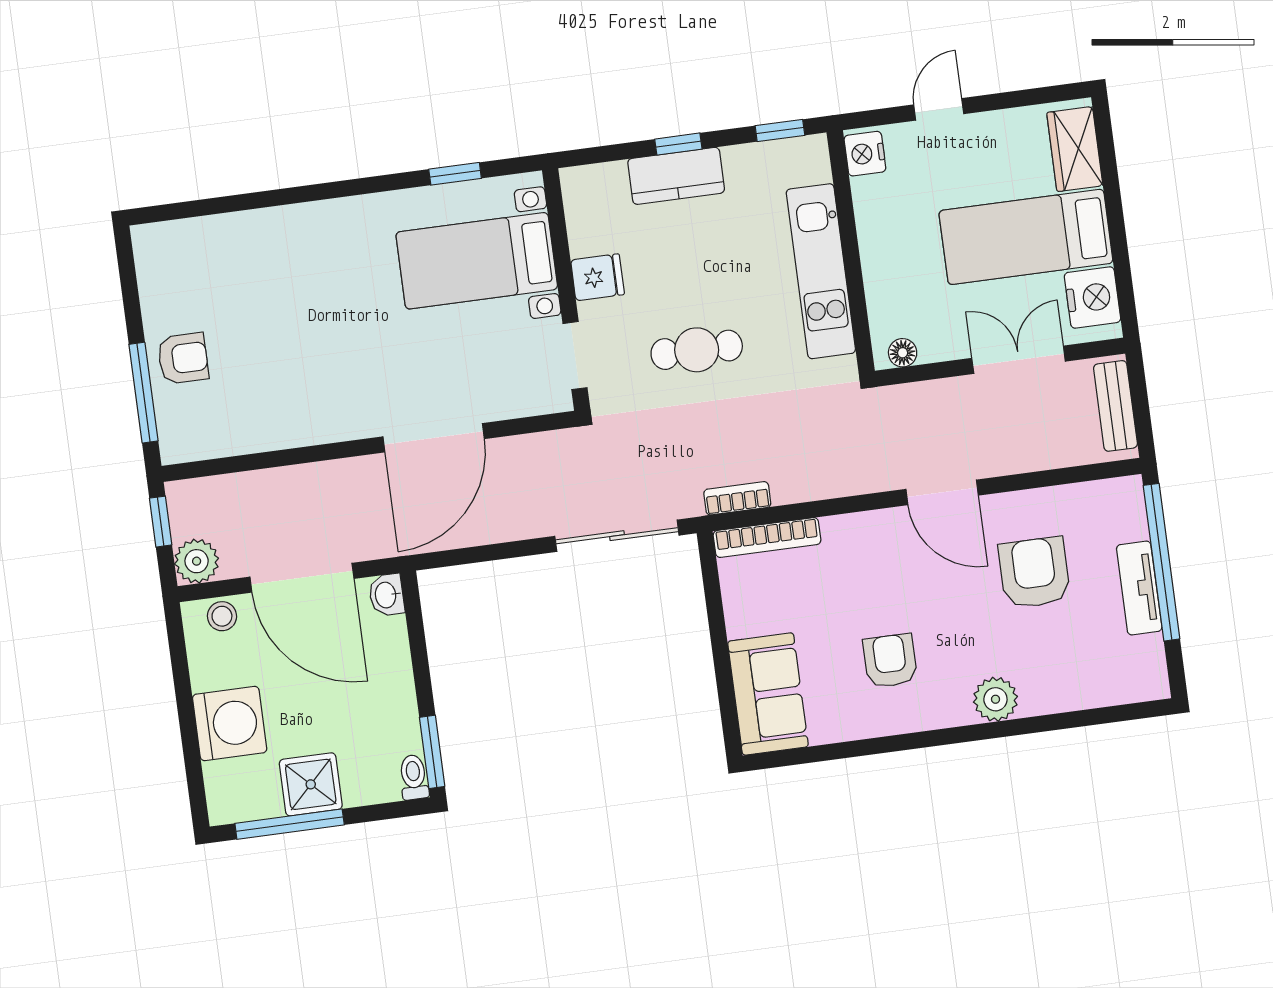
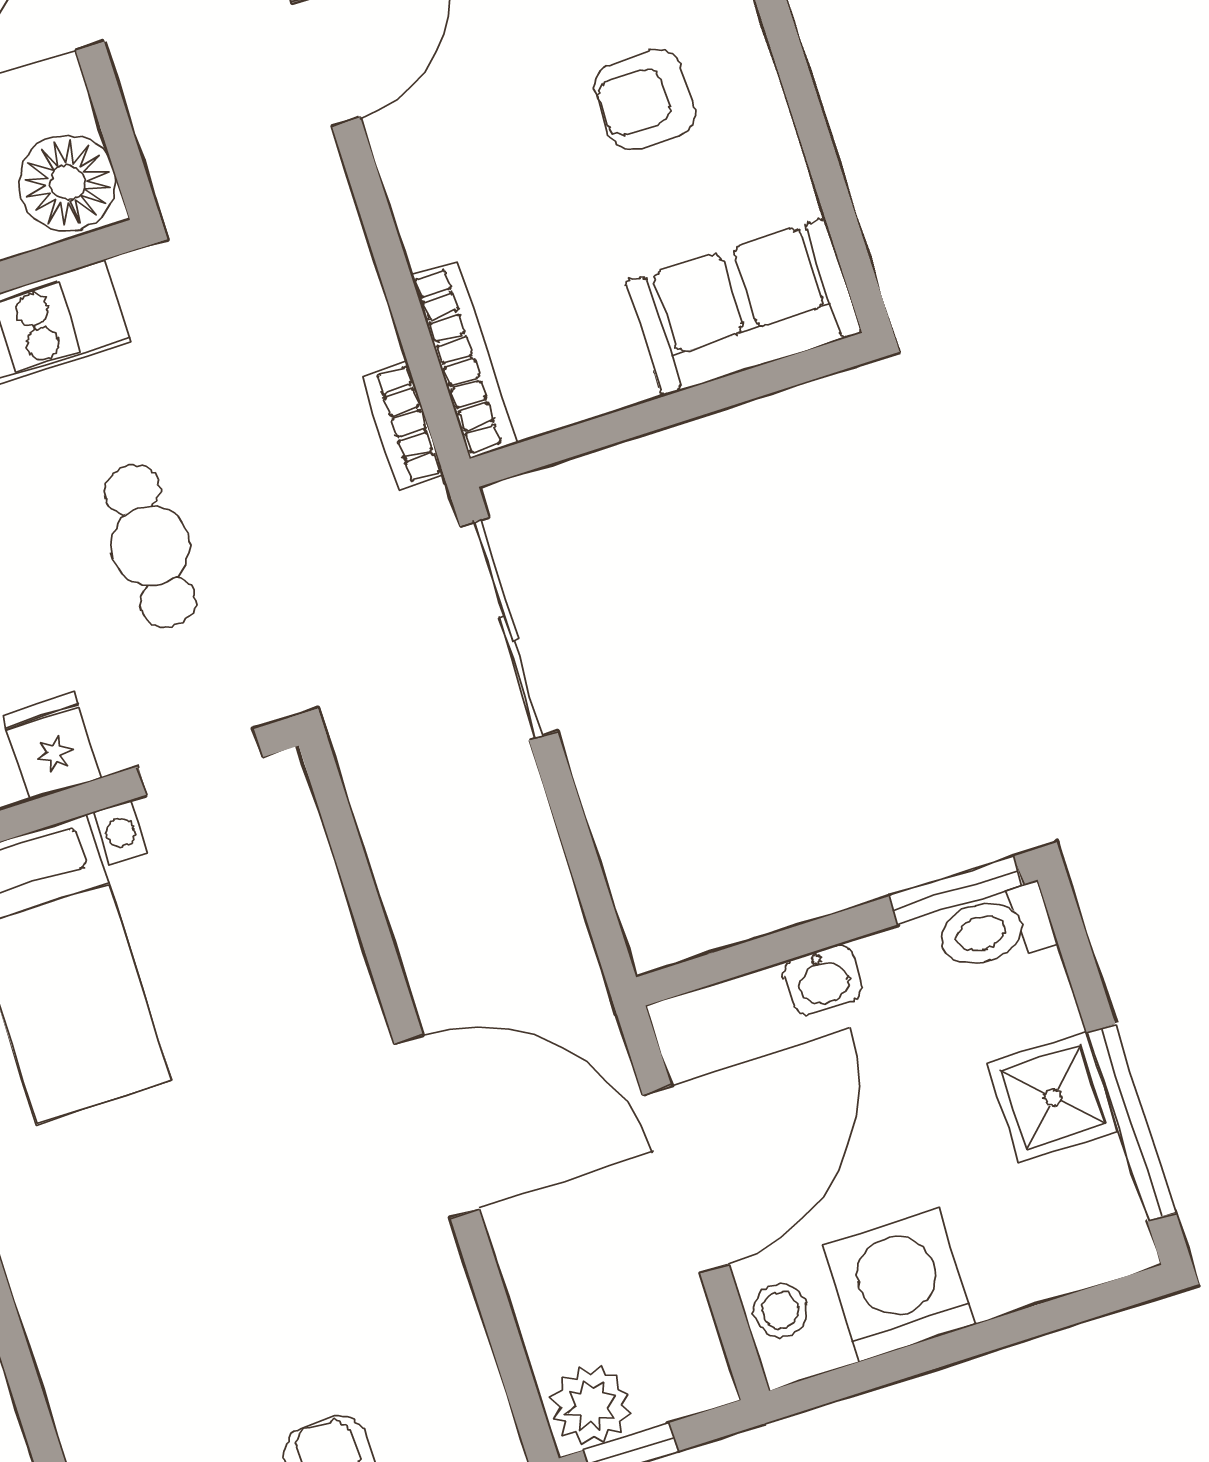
floor lamp: (903, 353) -> (67, 183), width x1.89, depth x1.89
door: (434, 438) -> (437, 1126), moved
plant: (197, 561) -> (591, 1405), moved
washbasin: (387, 595) -> (823, 980), moved
washing machine: (230, 723) -> (899, 1285), moved
toilet: (414, 777) -> (995, 929), width x1.37, depth x1.39

